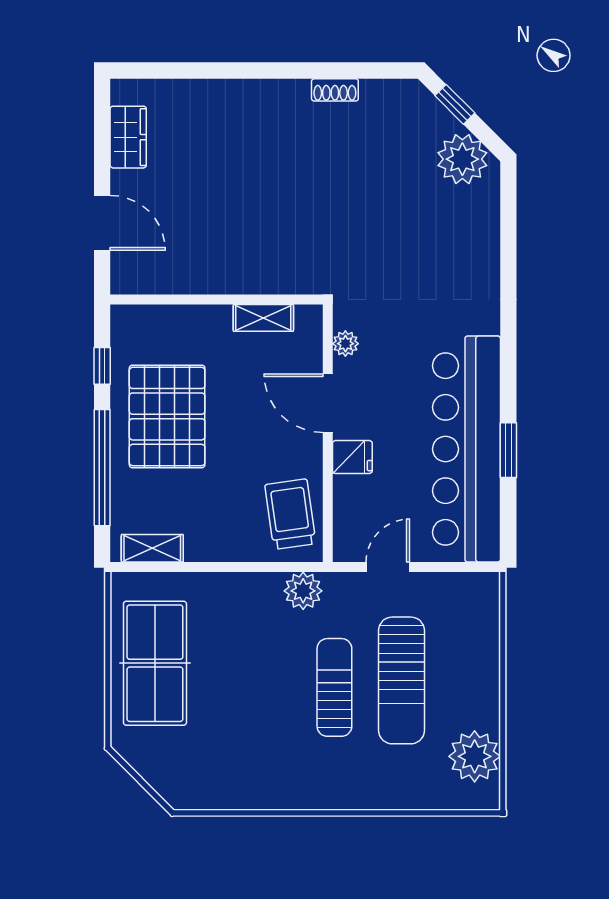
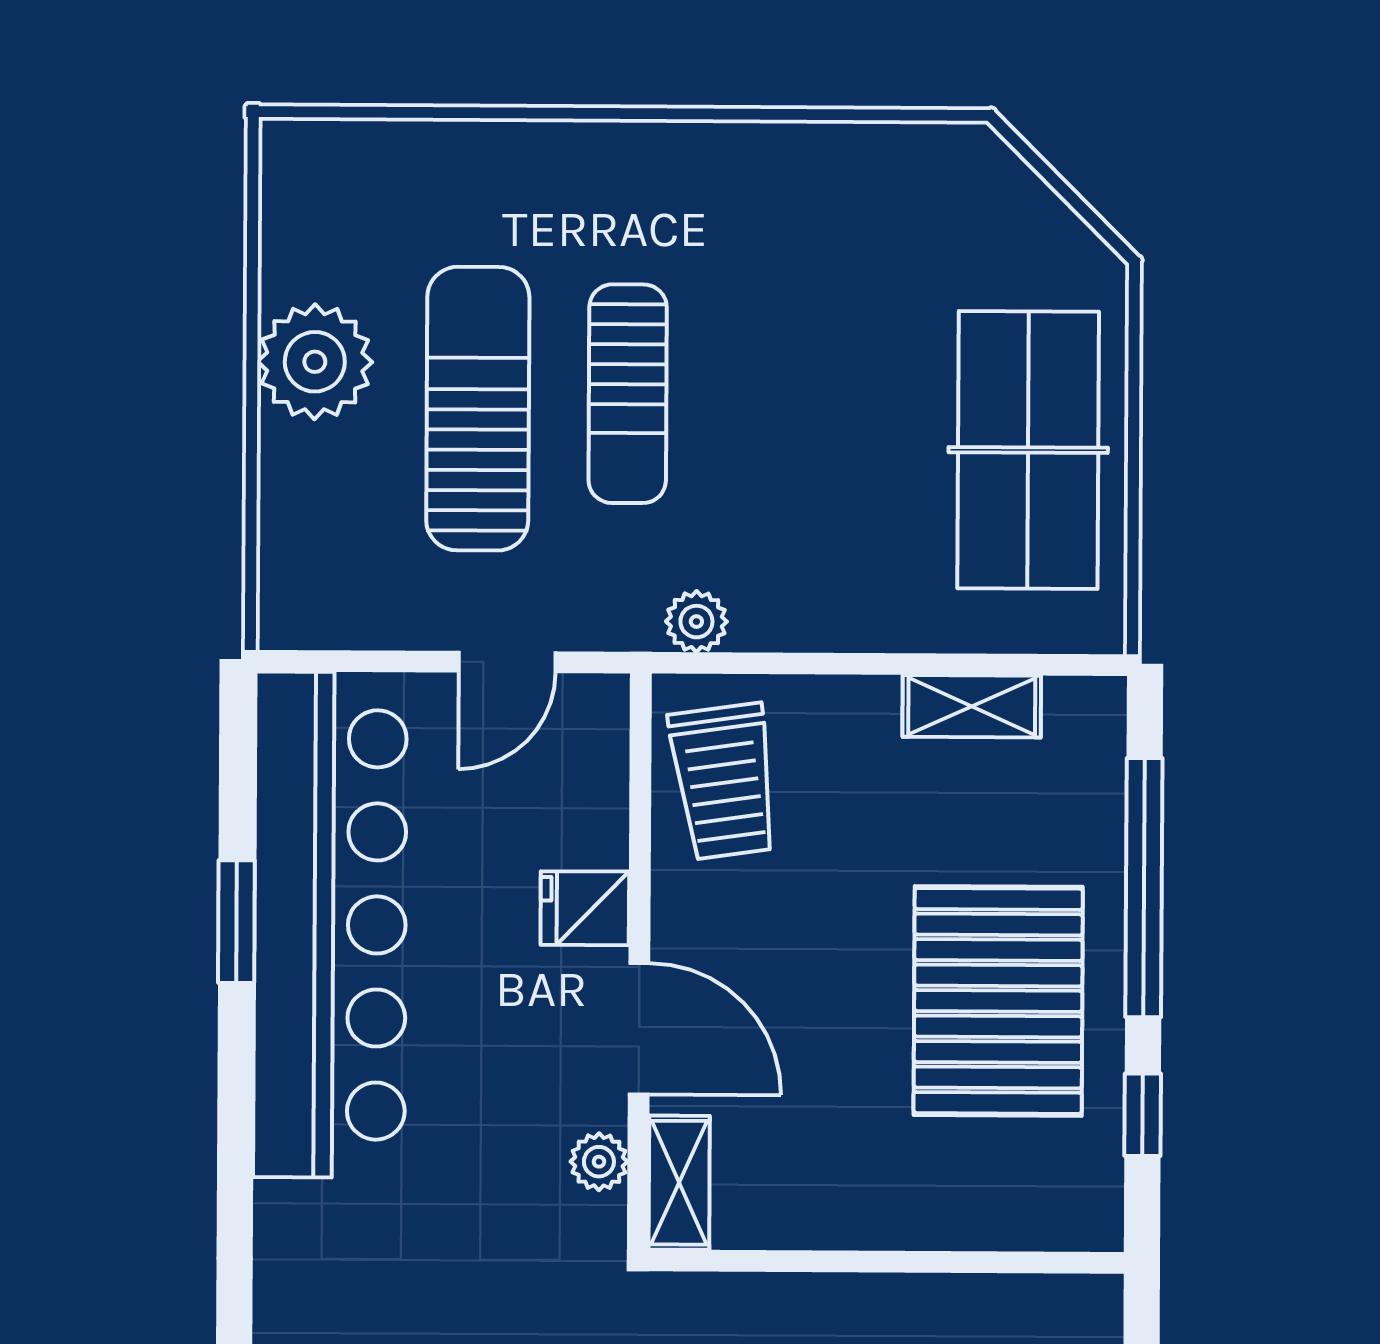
shelving: (263, 318) -> (679, 1183), moved, turned 90
shelving: (152, 548) -> (972, 706), moved
plant: (303, 591) -> (696, 622), width x0.73, depth x0.73
plant: (475, 756) -> (315, 362), moved

